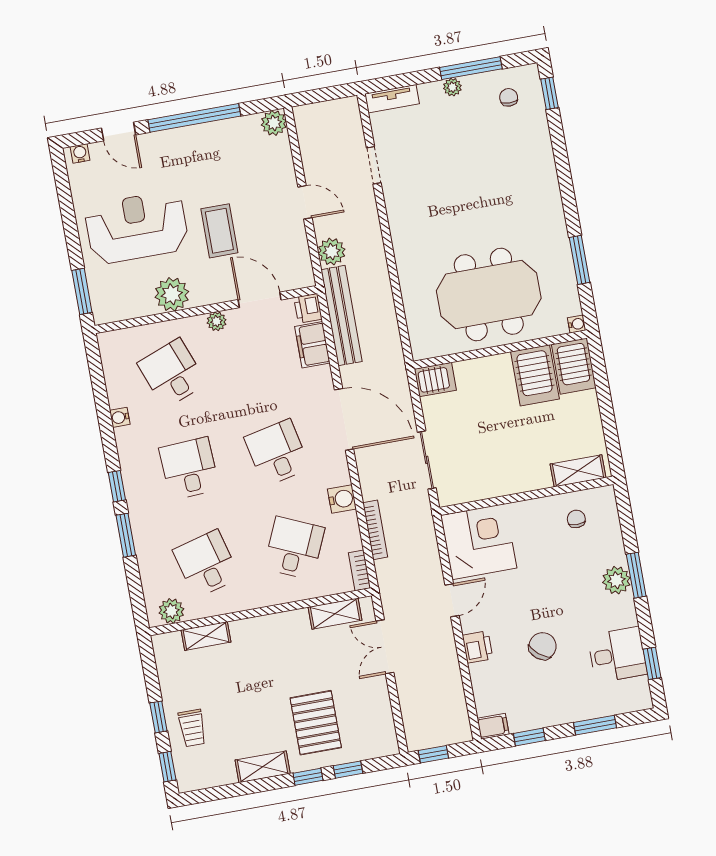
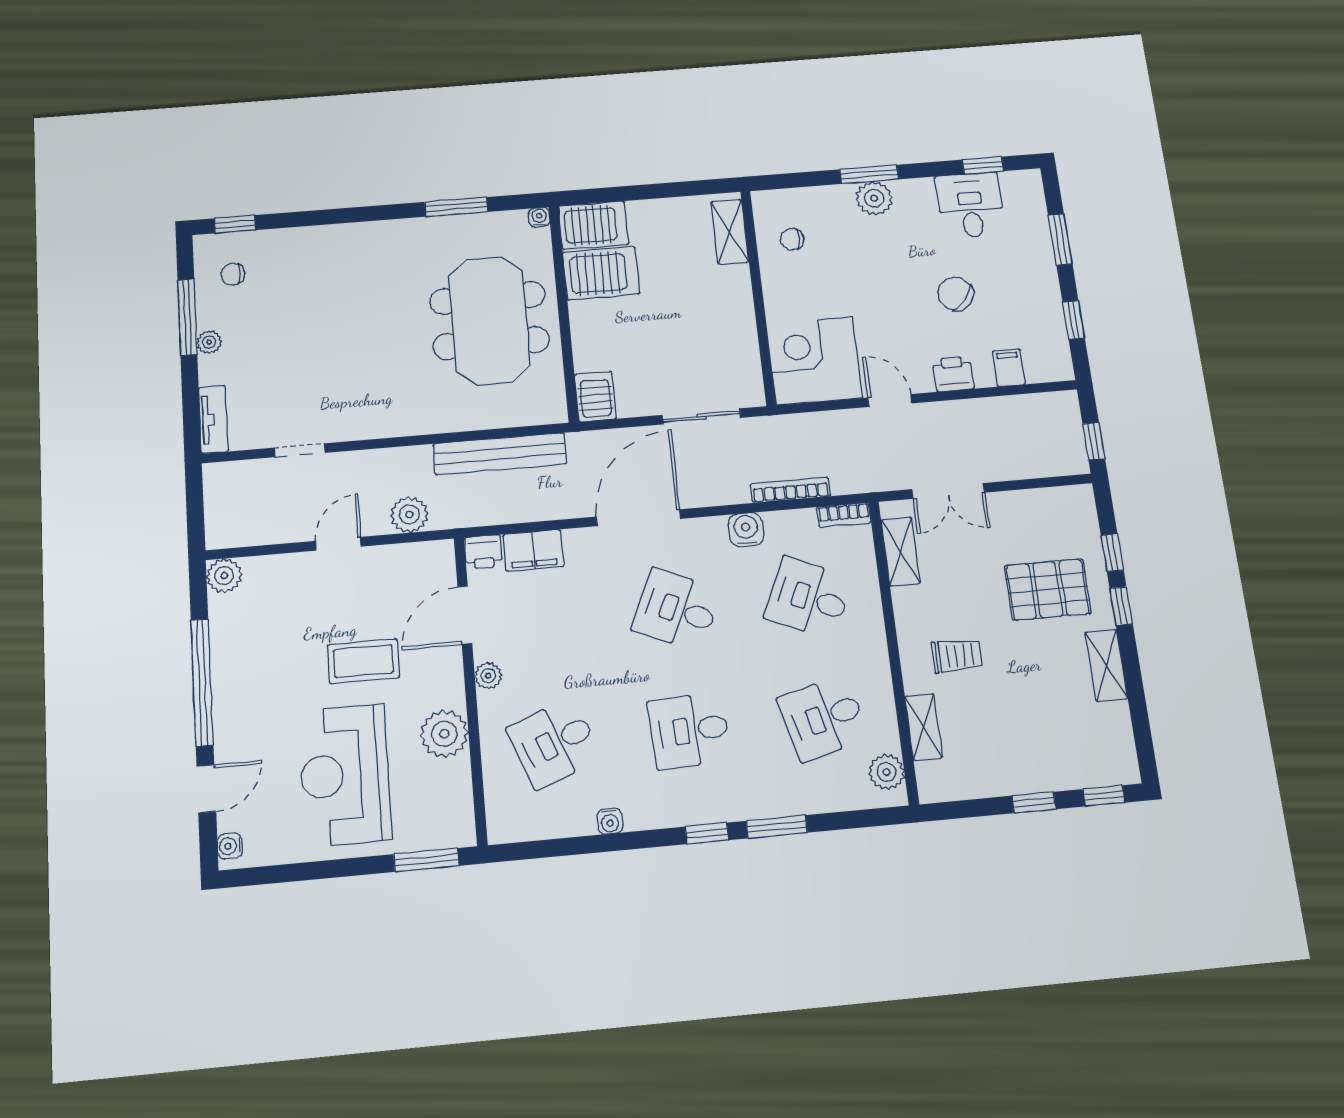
bench: (341, 316) -> (500, 454), moved
desk: (277, 453) -> (677, 610), turned 36
filing cabinet: (493, 726) -> (1009, 368), moved
trolley: (192, 728) -> (957, 656), moved

